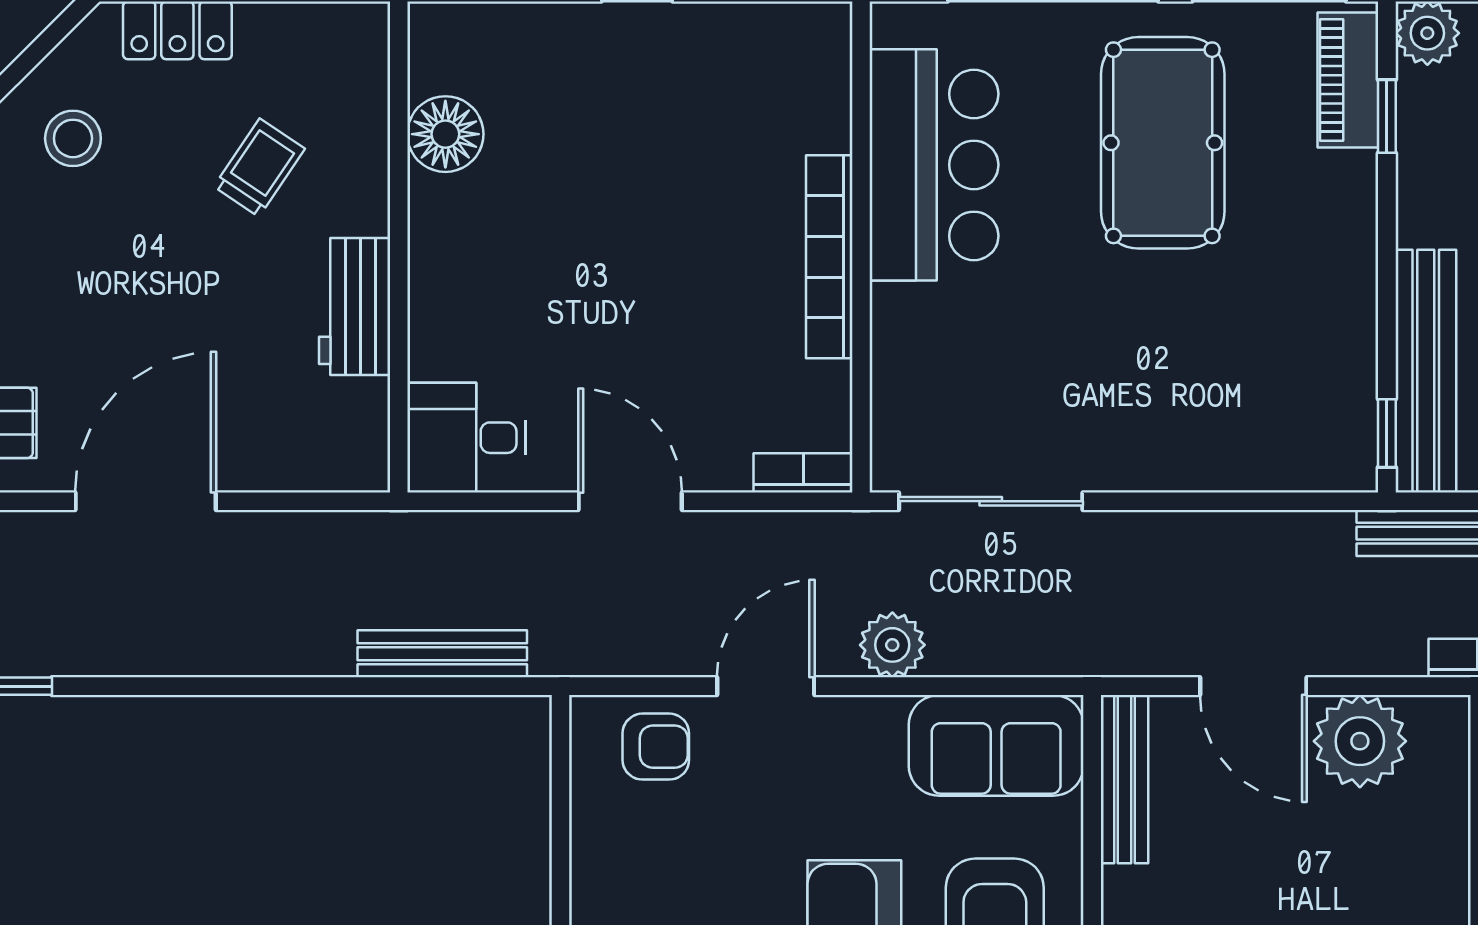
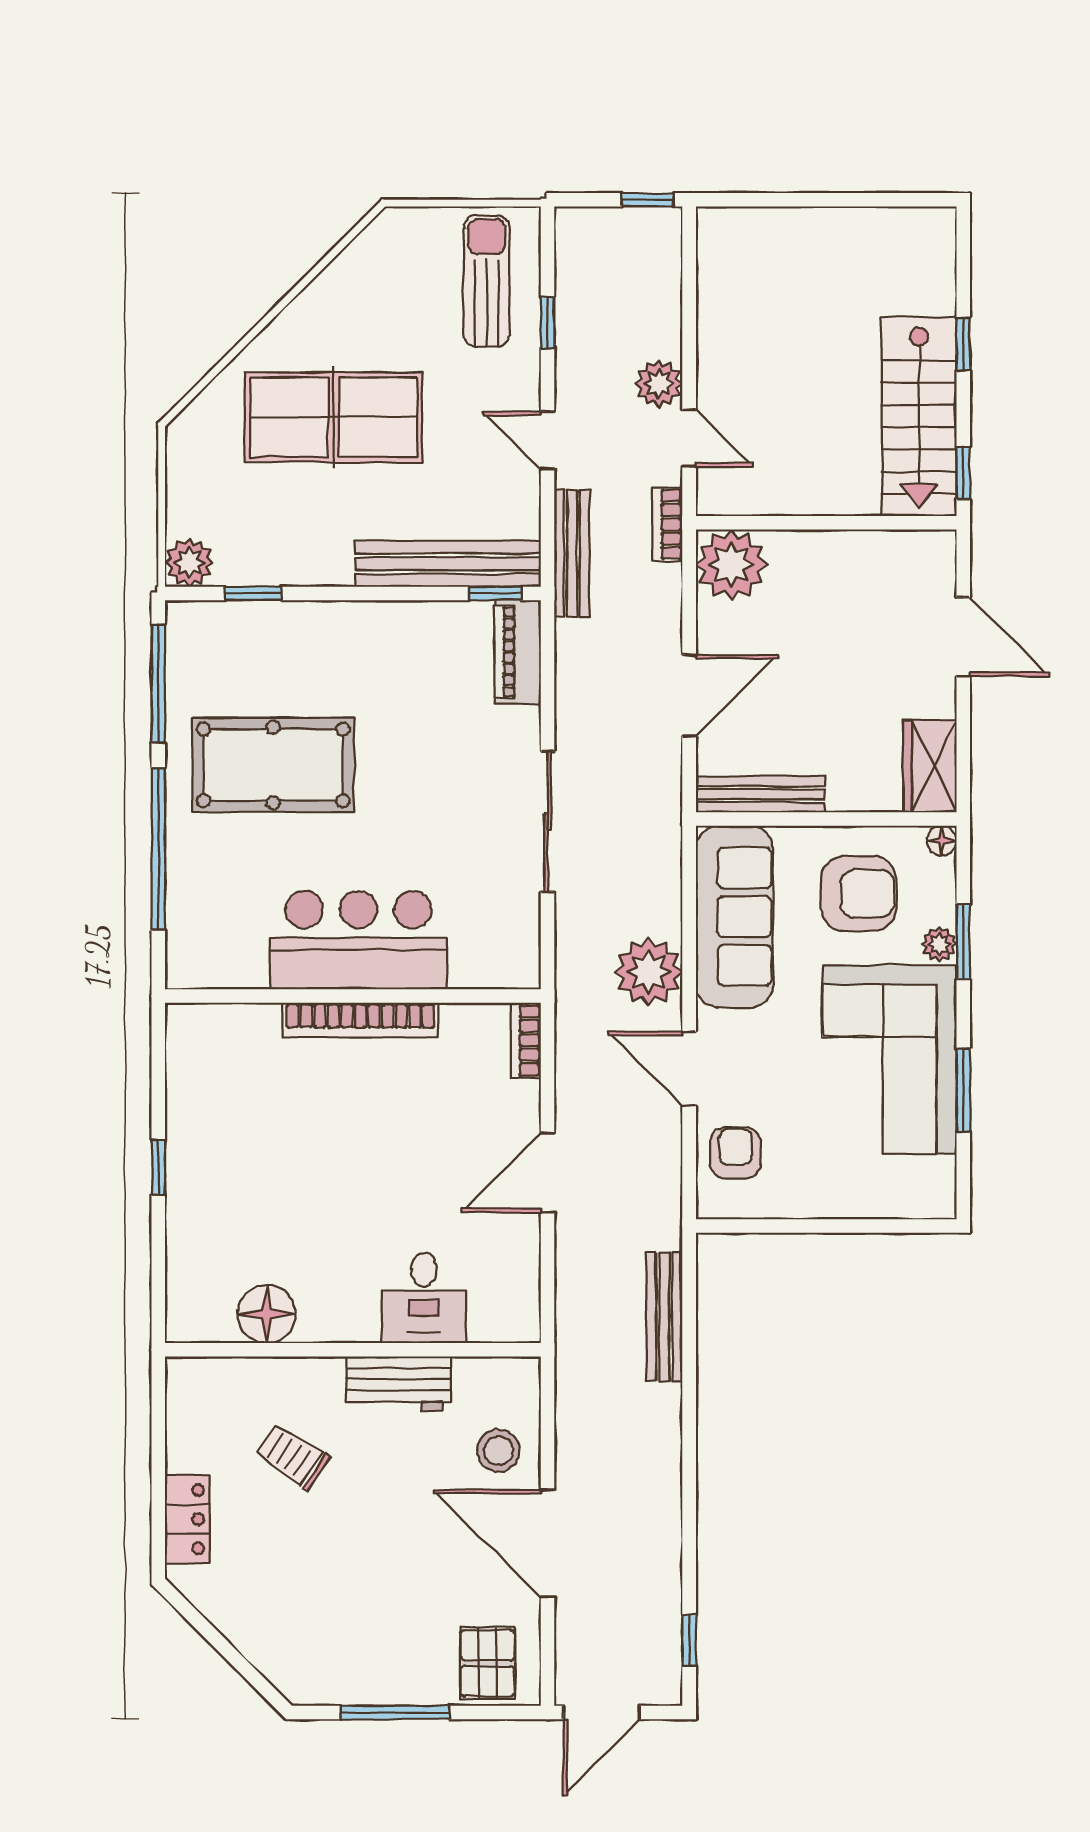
piano: (1348, 80) -> (518, 652), moved, turned 90
stool: (73, 138) -> (498, 1451), moved
bar counter: (934, 165) -> (358, 940), moved
desk: (467, 438) -> (424, 1298), moved
sliding door: (991, 501) -> (548, 822), moved
plant: (892, 645) -> (649, 972), width x1.36, depth x1.36
plant: (1360, 741) -> (731, 565), moved
sofa: (996, 745) -> (734, 917), width x1.36

